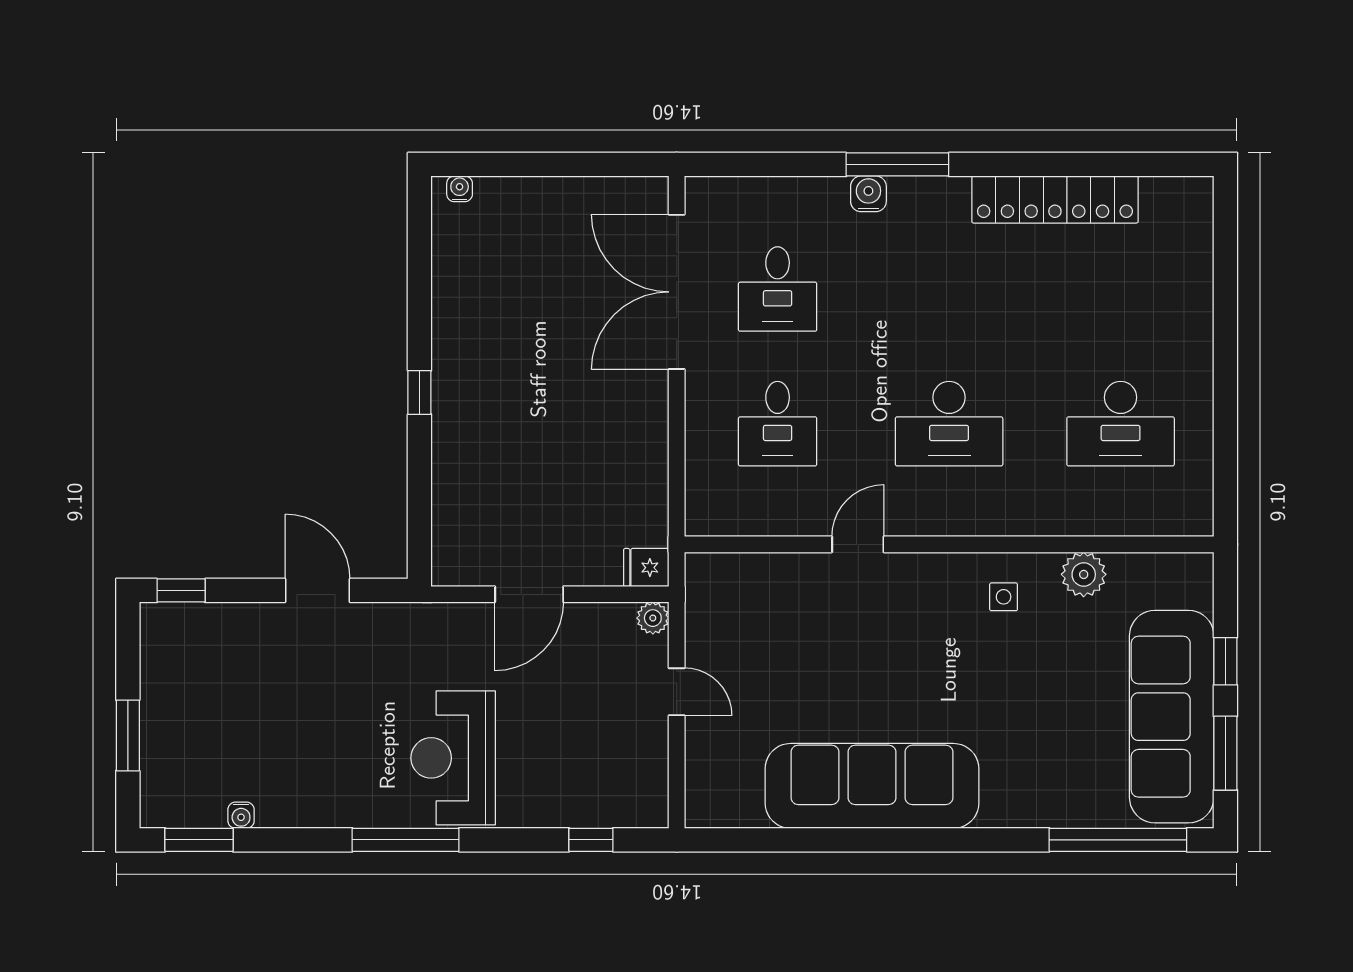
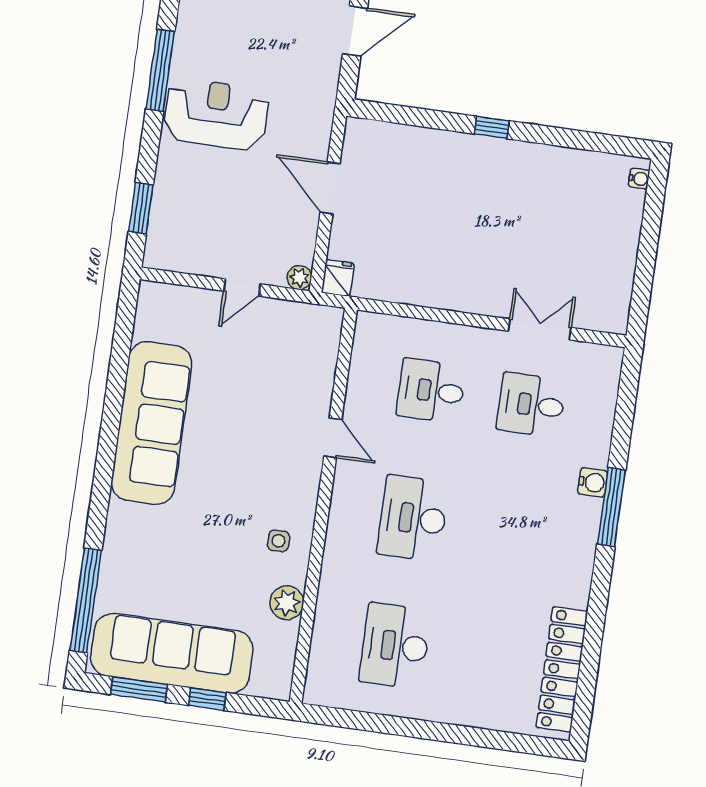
locker: (1055, 199) -> (562, 669), moved
double door: (677, 292) -> (540, 329), width x0.54
window: (591, 840) -> (141, 208), width x1.50

